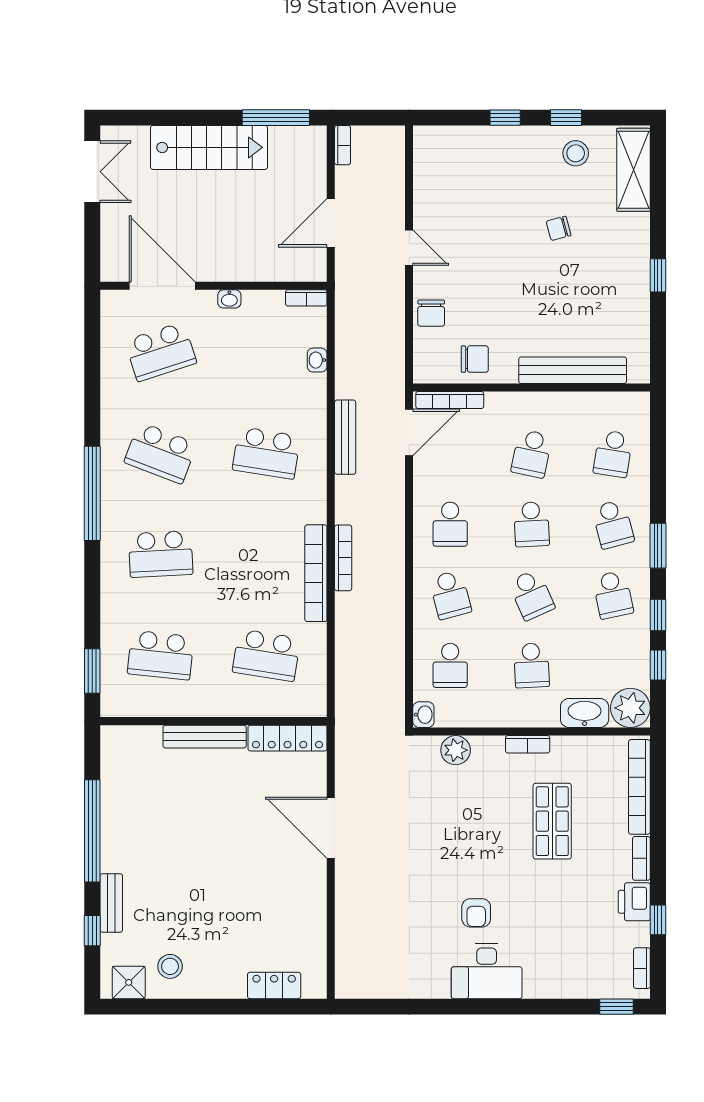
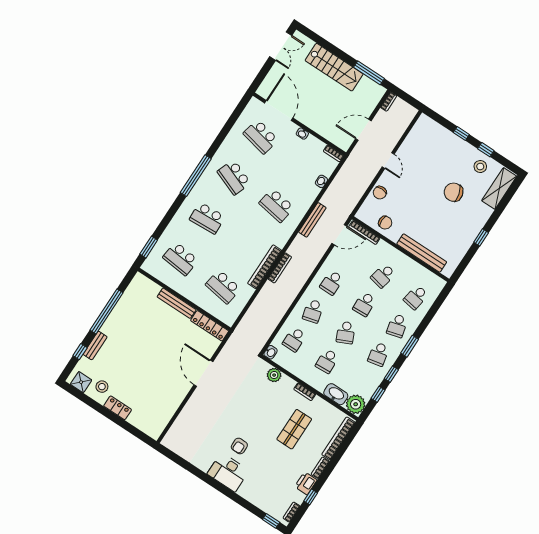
chair: (559, 228) -> (454, 192), width x1.87, depth x1.87
school desk: (161, 352) -> (261, 137), turned 30
locker: (274, 985) -> (118, 408), moved

